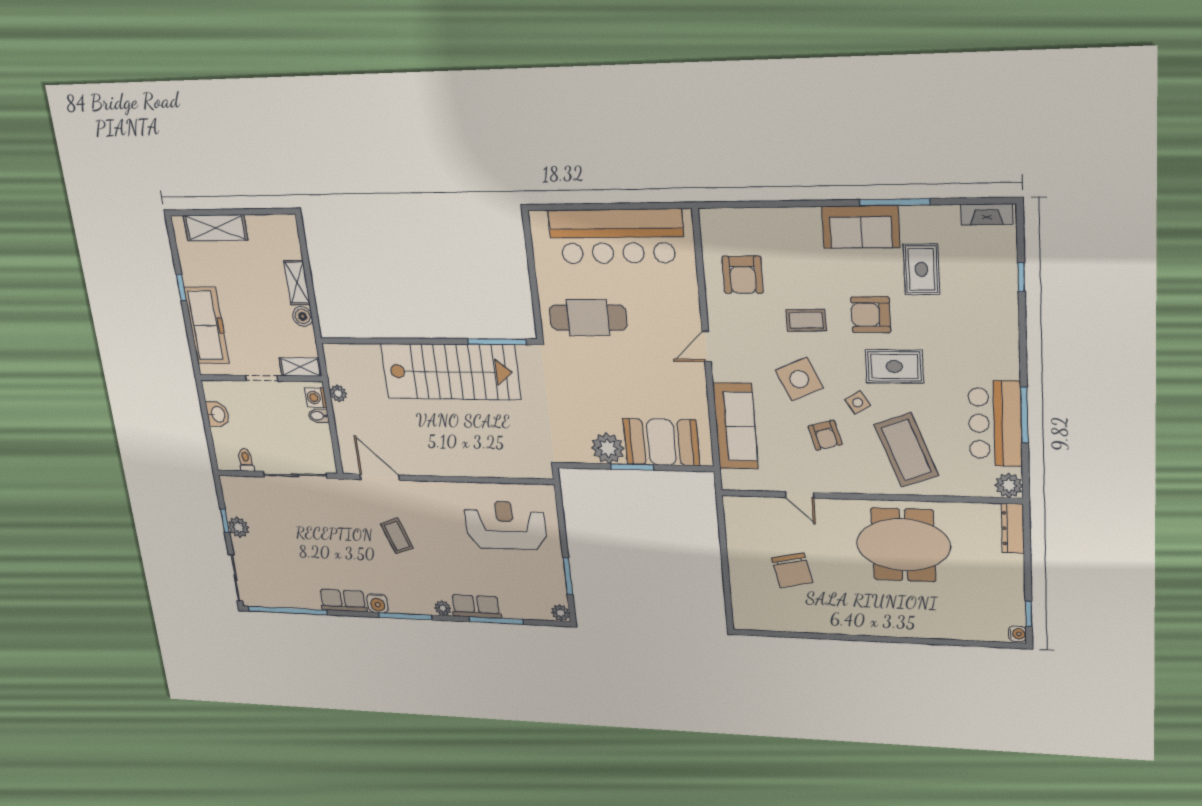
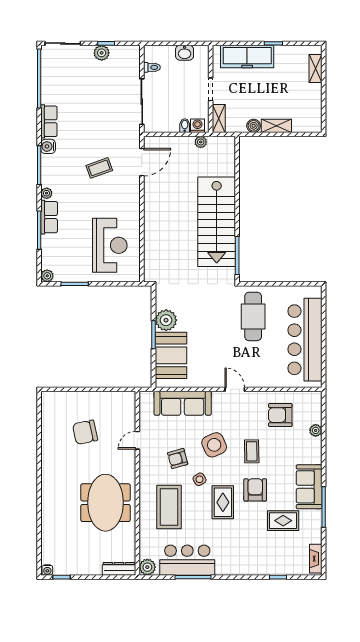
plant: (764, 217) -> (316, 430), added
shelving: (216, 228) -> (315, 68), width x0.67, depth x0.75
coffee table: (906, 450) -> (169, 507), turned -70

